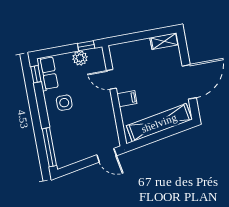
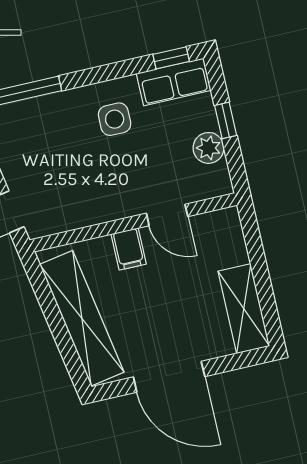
shelving: (164, 41) -> (244, 309), width x1.50, depth x1.33
window: (86, 46) -> (226, 120), moved
door: (111, 79) -> (167, 215), swing flipped

